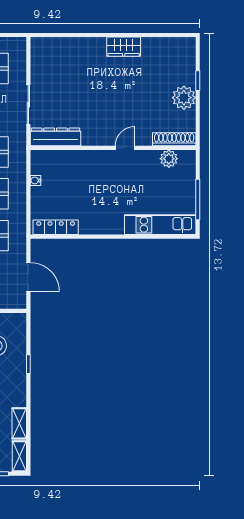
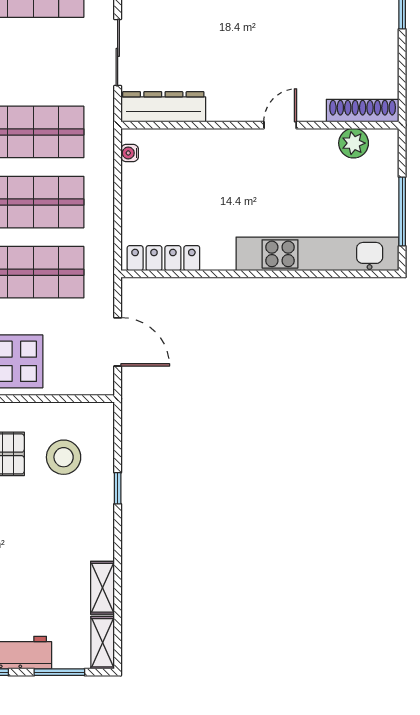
plant: (184, 98) -> (379, 41), removed
water cooler: (35, 180) -> (130, 153), moved
kitchen unit: (160, 225) -> (317, 254), width x1.36

